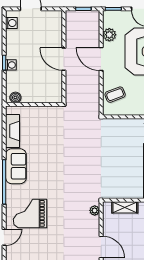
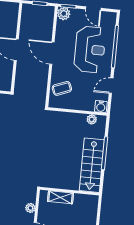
plant: (109, 35) -> (64, 14), moved
plant: (95, 210) -> (30, 208), moved

